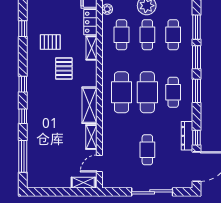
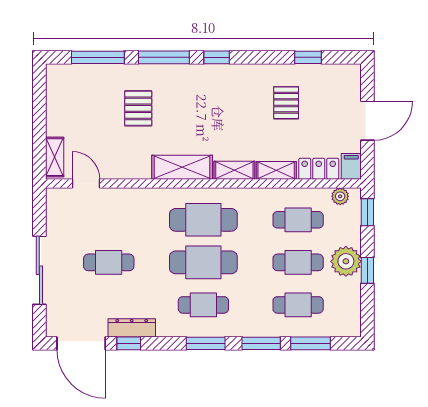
pallet: (64, 68) -> (138, 108), moved, turned 90
window: (23, 116) -> (164, 57), width x2.17
shelving: (91, 137) -> (234, 170), moved

